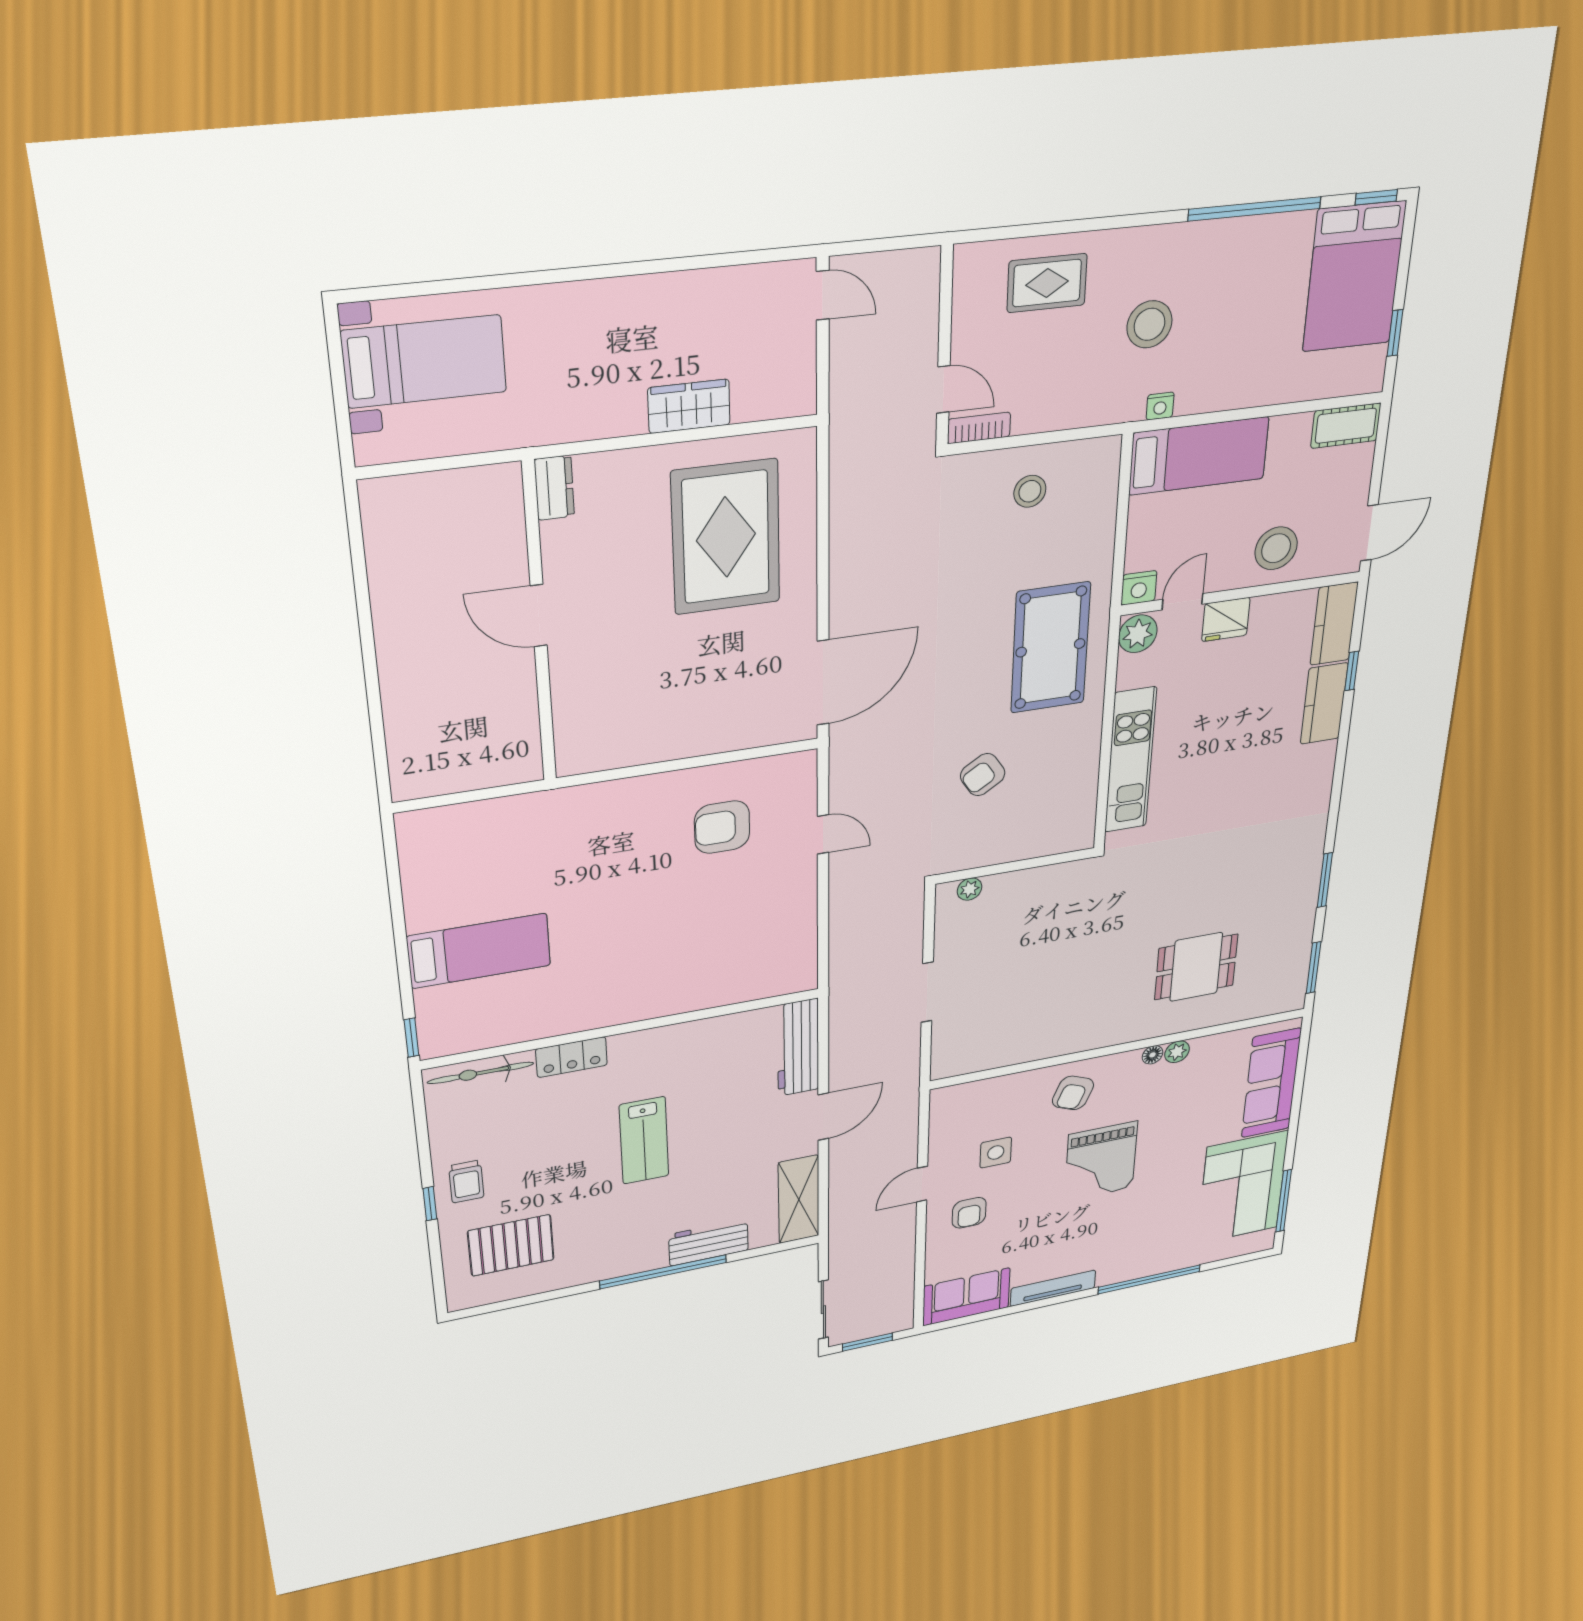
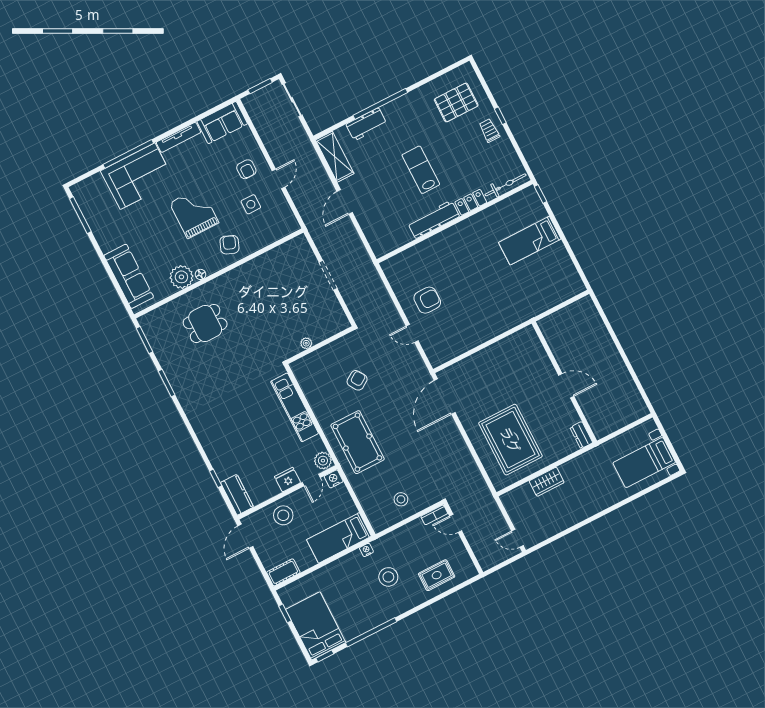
kitchen counter: (1324, 704) -> (220, 461), removed
armchair: (722, 827) -> (427, 300), moved
plant: (970, 889) -> (306, 343), moved
workbench: (798, 1048) -> (434, 219), moved, turned -90
plant: (1177, 1052) -> (181, 277), width x1.87, depth x1.87
corner sofa: (1242, 1188) -> (138, 176), moved, turned 90
armchair: (969, 1213) -> (246, 169), turned 180

